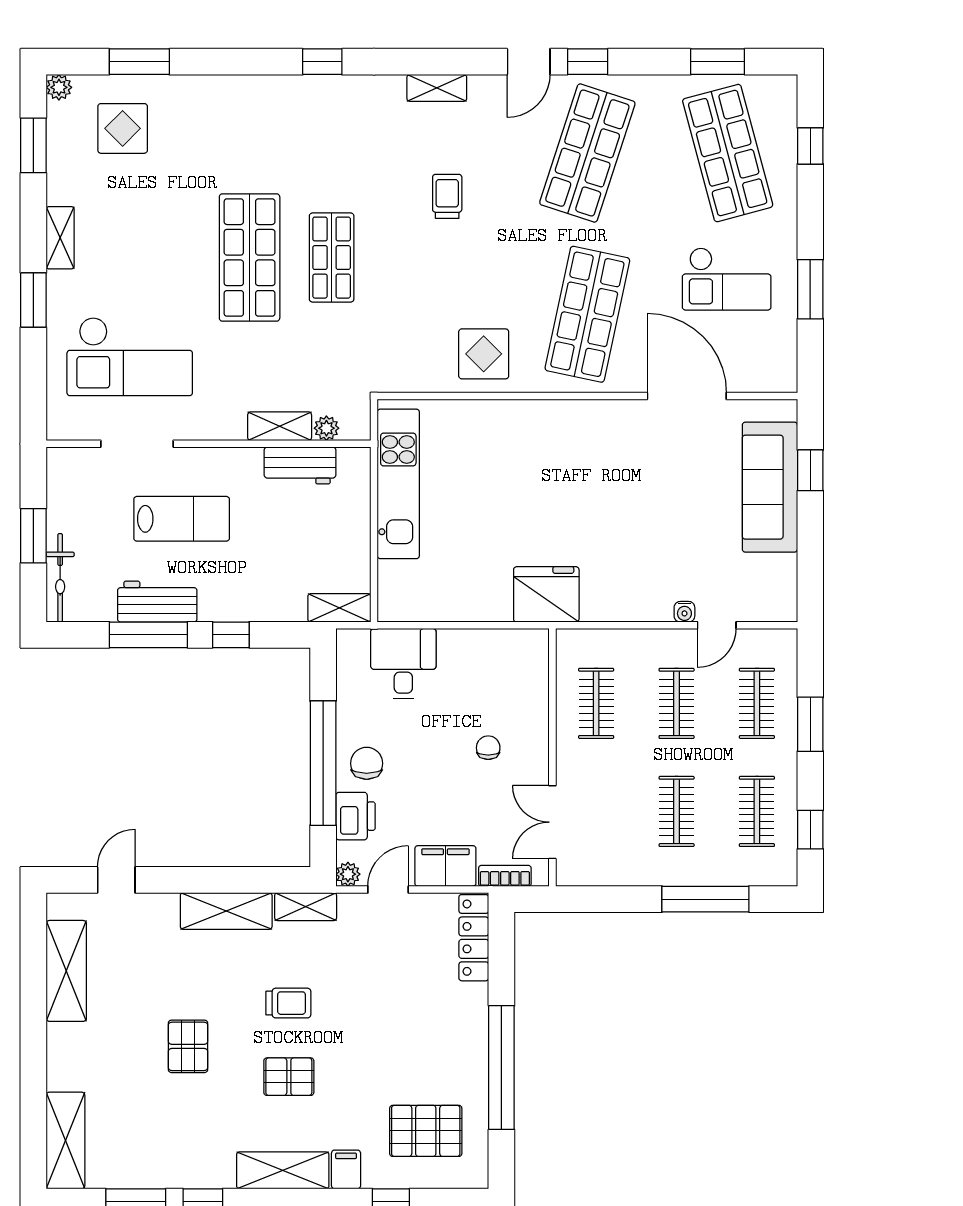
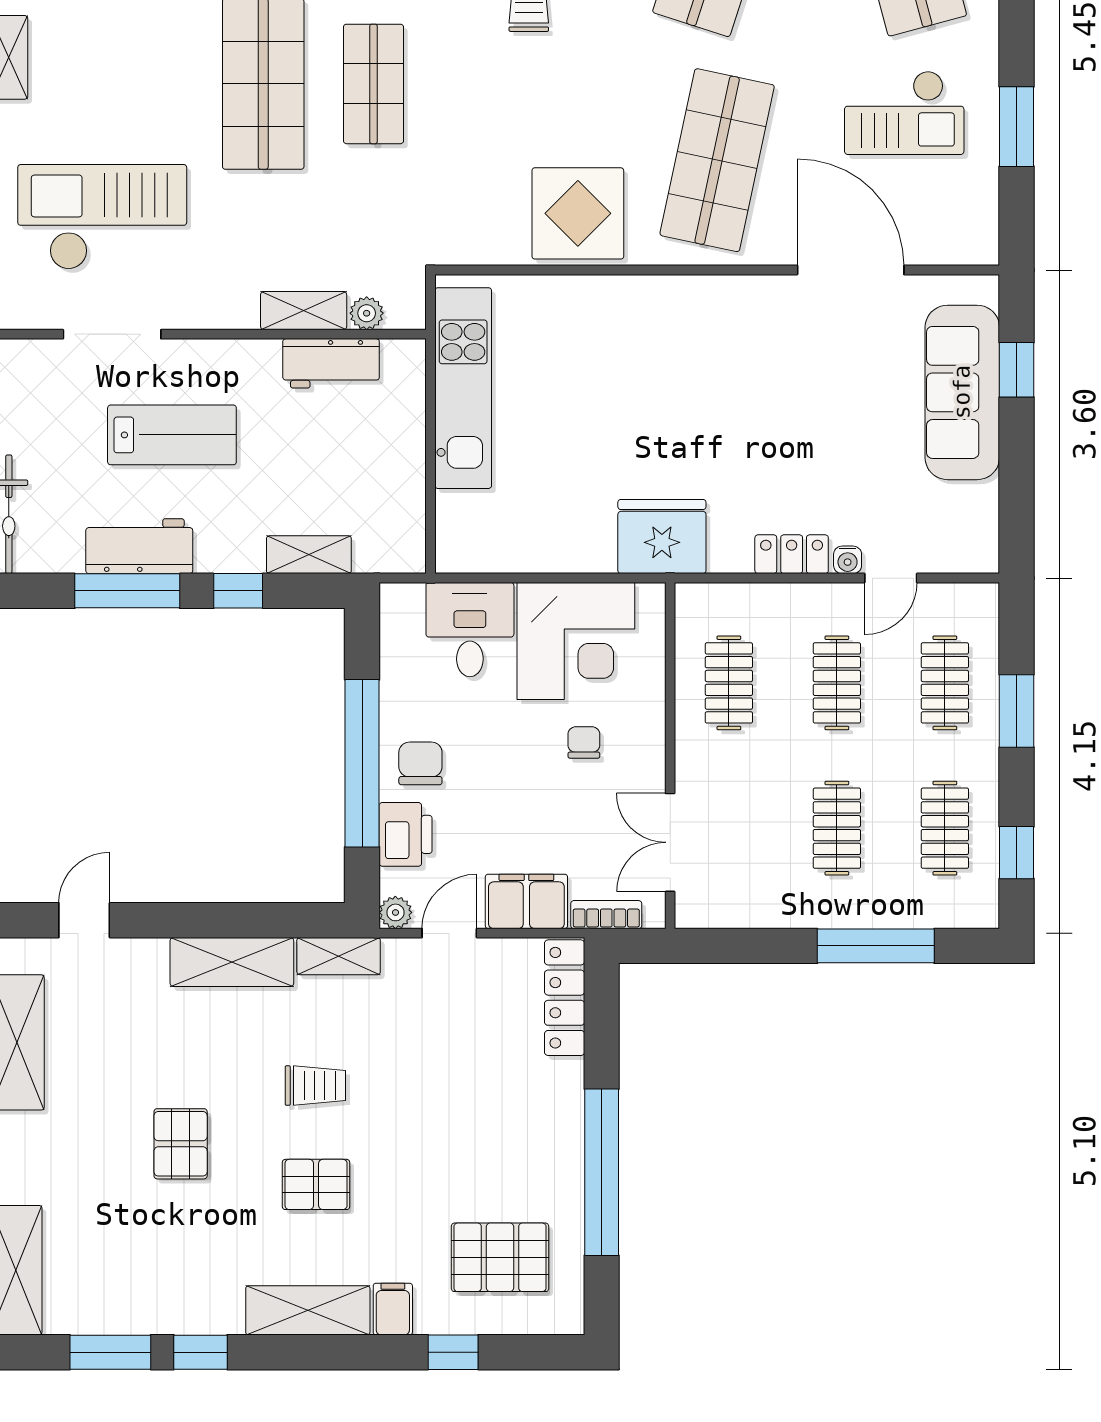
display table: (484, 354) -> (578, 213), width x1.36, depth x1.36
checkout: (130, 357) -> (102, 217), turned 180
shelving: (339, 608) -> (309, 555), moved
locker: (643, 608) -> (792, 554), added
corner desk: (482, 672) -> (576, 641), added

